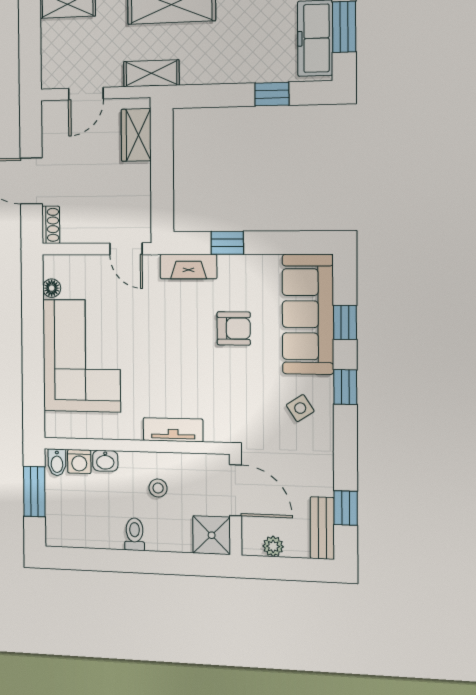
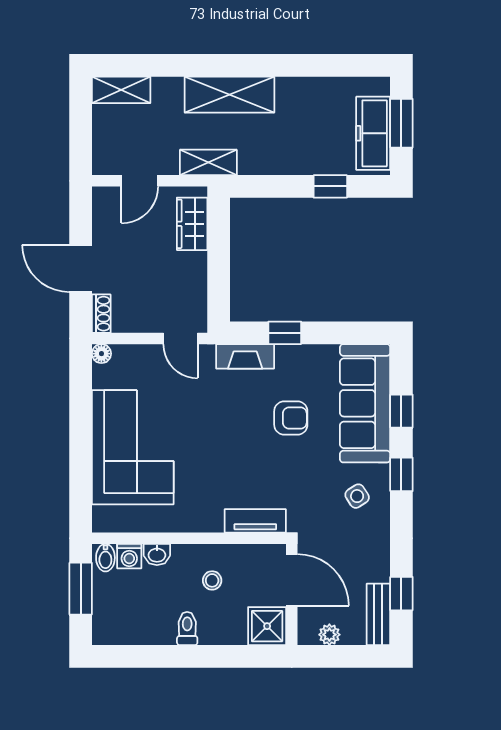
floor lamp: (52, 288) -> (101, 354), moved
tv unit: (173, 430) -> (255, 521), moved

